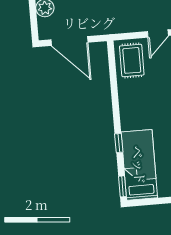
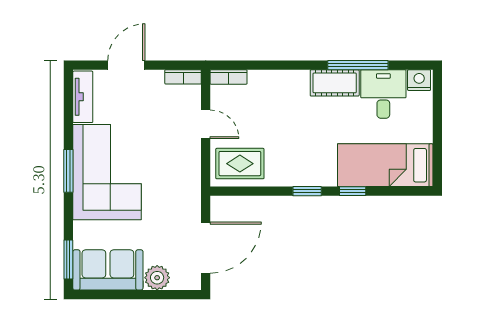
window: (122, 186) -> (307, 191), moved

